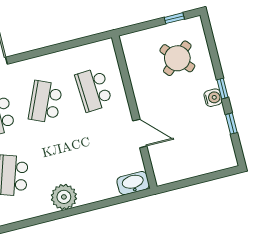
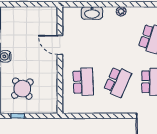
washbasin: (133, 183) -> (92, 13), moved
plant: (64, 197) -> (121, 11), width x0.53, depth x0.53

